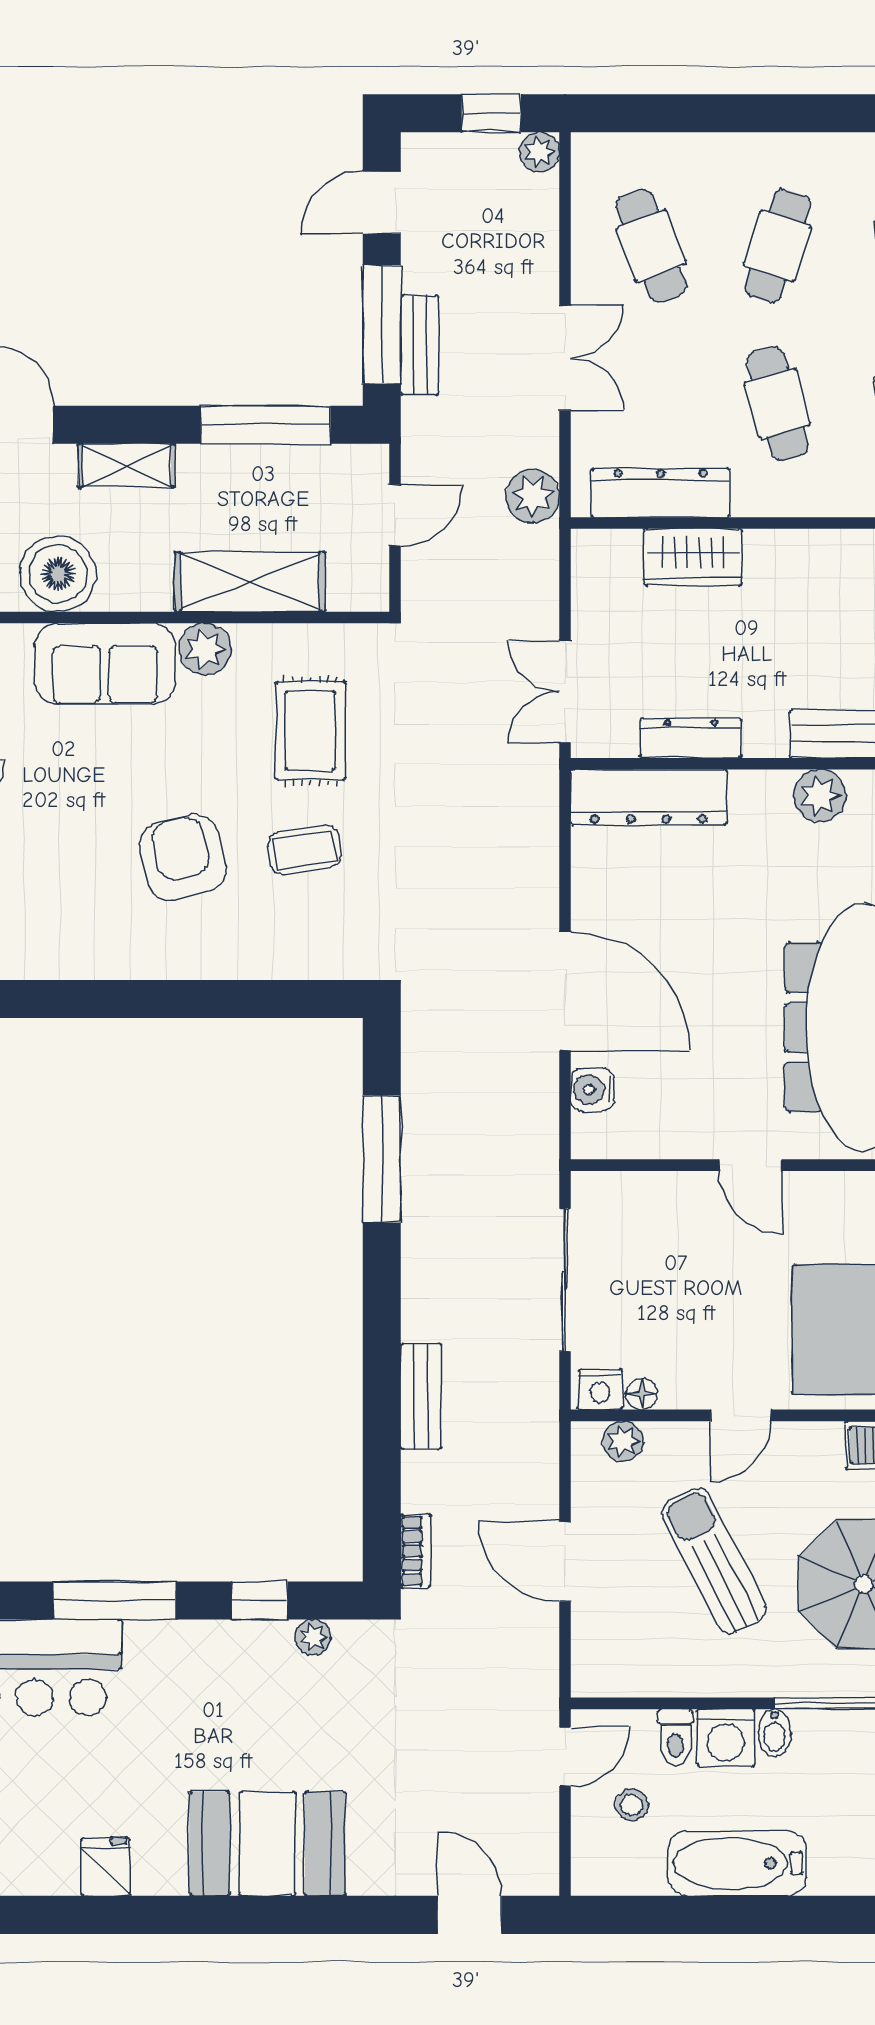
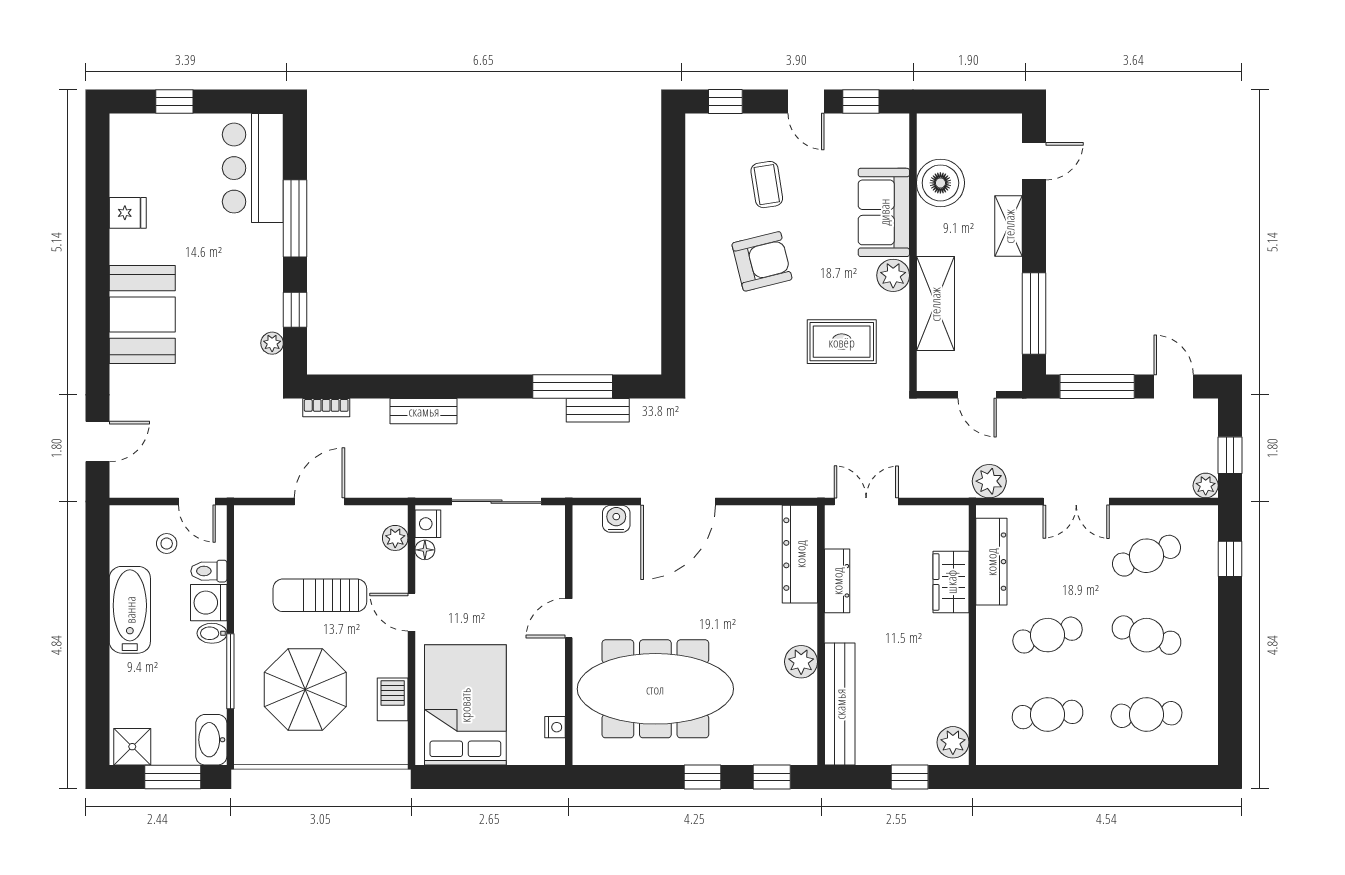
window: (656, 113) -> (1230, 559), added
bench: (420, 345) -> (598, 410), moved
coffee table: (304, 850) -> (767, 185), moved
sun lounger: (714, 1561) -> (320, 595), turned -153

